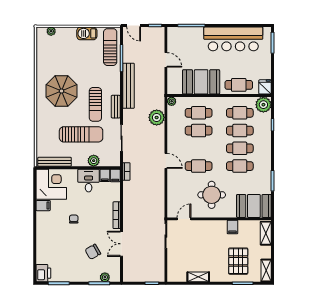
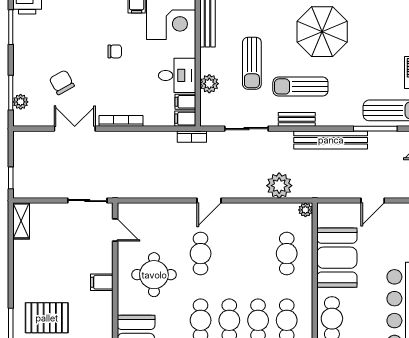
cafe table: (199, 131) -> (258, 254), removed
sun lounger: (81, 134) -> (252, 63), width x0.73, depth x0.75
filing cabinet: (232, 227) -> (102, 282), moved
shelving: (198, 277) -> (21, 221), moved

